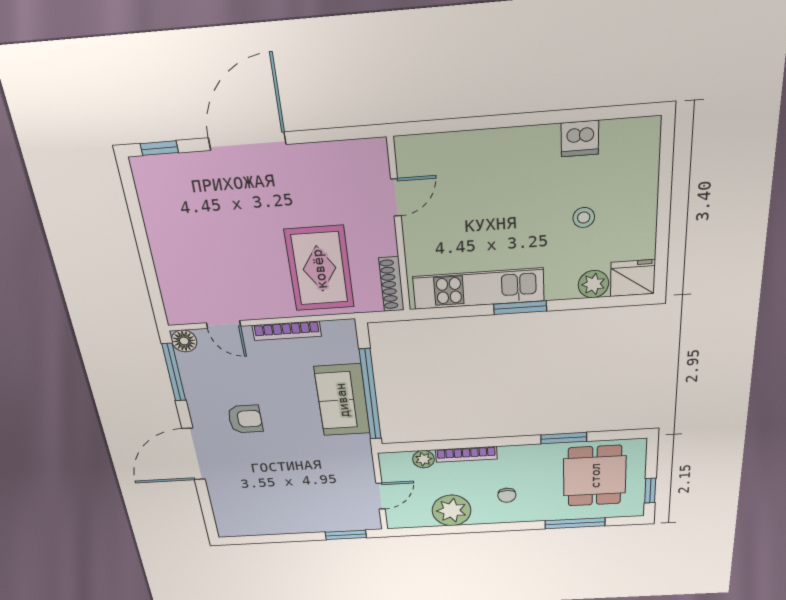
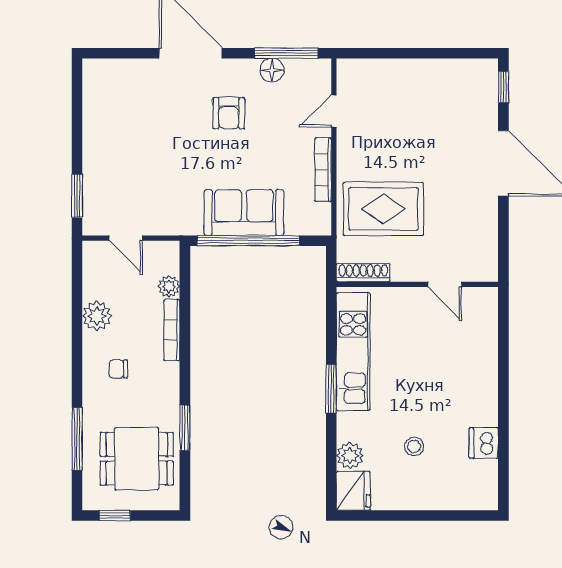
floor lamp: (184, 341) -> (272, 70), moved
plant: (452, 510) -> (97, 316), width x0.73, depth x0.73

